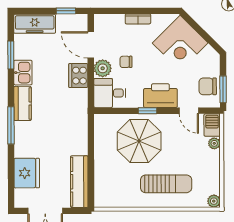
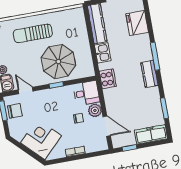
kitchen sink: (23, 73) -> (103, 53), moved, turned 180
cooker: (78, 76) -> (108, 79), moved
printer: (160, 96) -> (49, 98), removed

